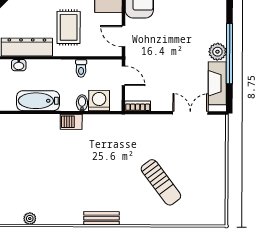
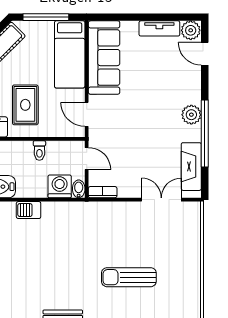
plant: (217, 52) -> (191, 115), moved
bidet: (82, 103) -> (79, 189), moved
sun lounger: (161, 182) -> (129, 277), turned 127

